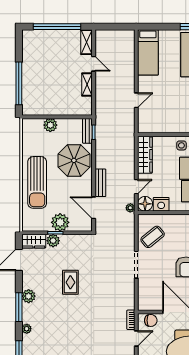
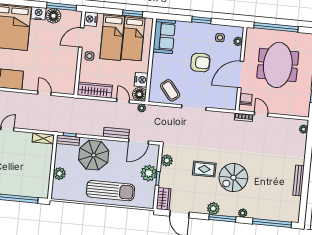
shelving: (87, 85) -> (43, 138), moved
plant: (53, 241) -> (167, 160), moved
spiral stairs: (64, 315) -> (233, 178), added

